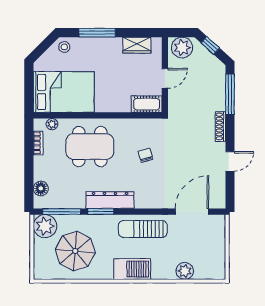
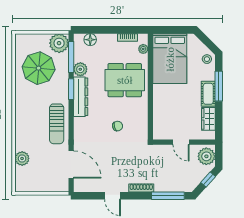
cot: (147, 104) -> (208, 94), moved
dining table: (90, 147) -> (125, 80), turned 90
plant: (77, 200) -> (80, 69), added
sun lounger: (143, 229) -> (57, 124), turned 180
barbecue: (132, 269) -> (24, 115), removed

